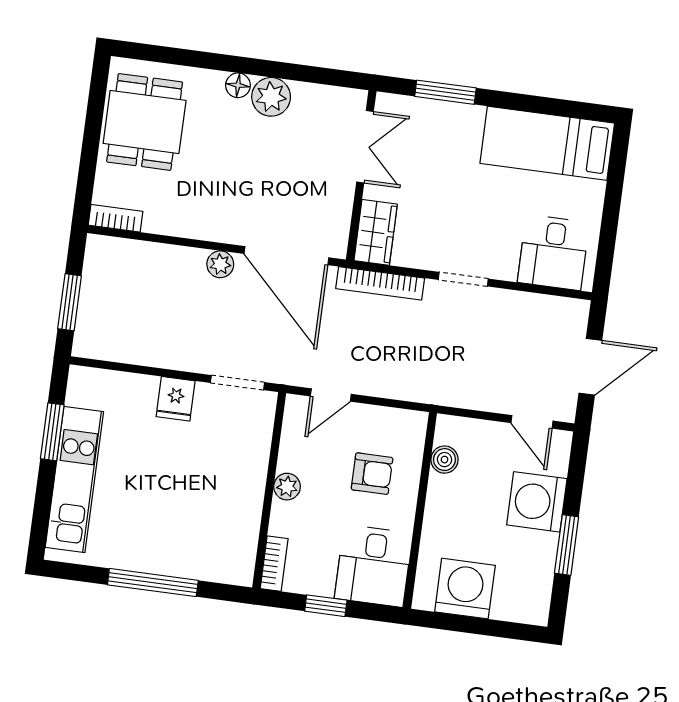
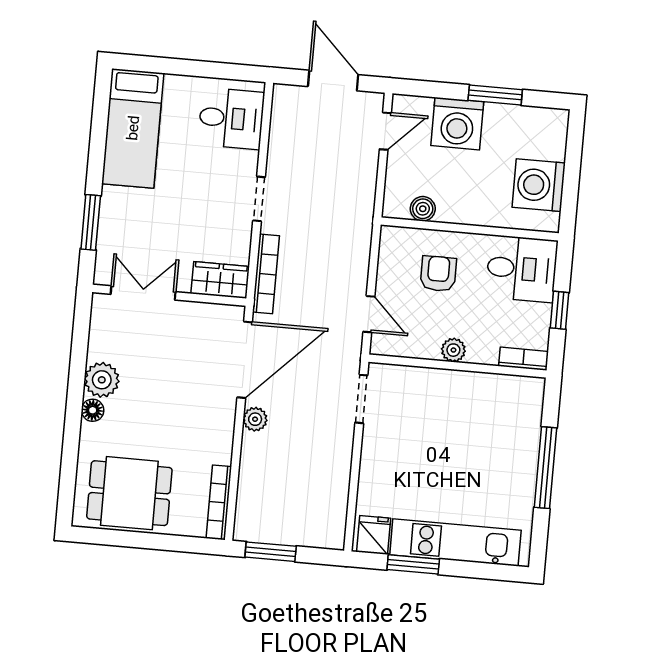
bookcase: (115, 218) -> (219, 502), width x1.56
window: (70, 302) -> (271, 552), moved
fridge: (176, 399) -> (374, 535), moved, turned -90

